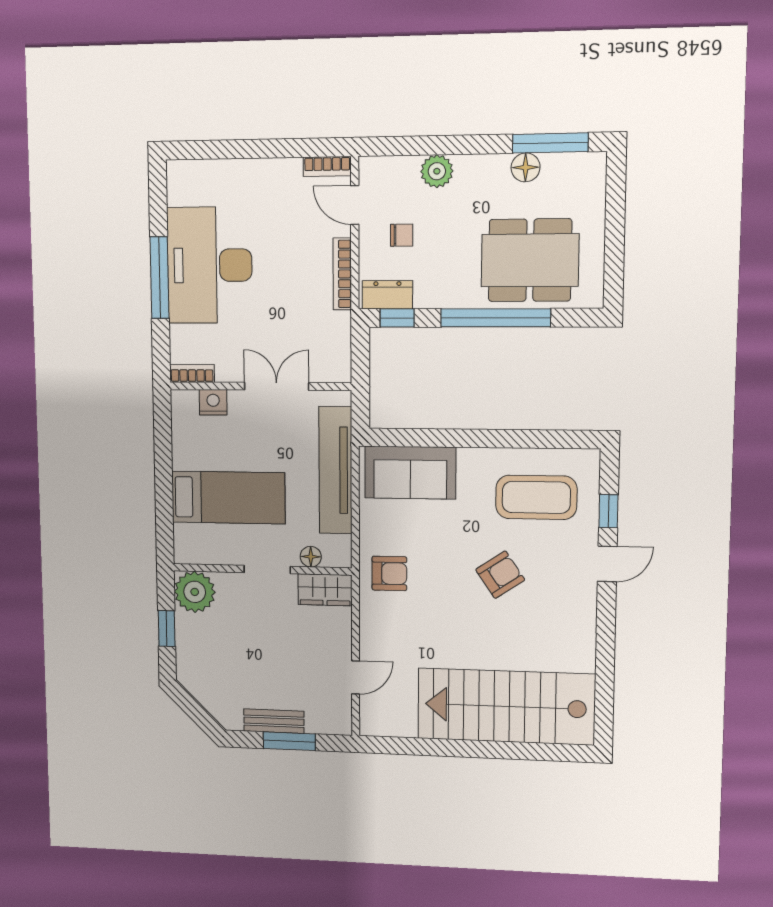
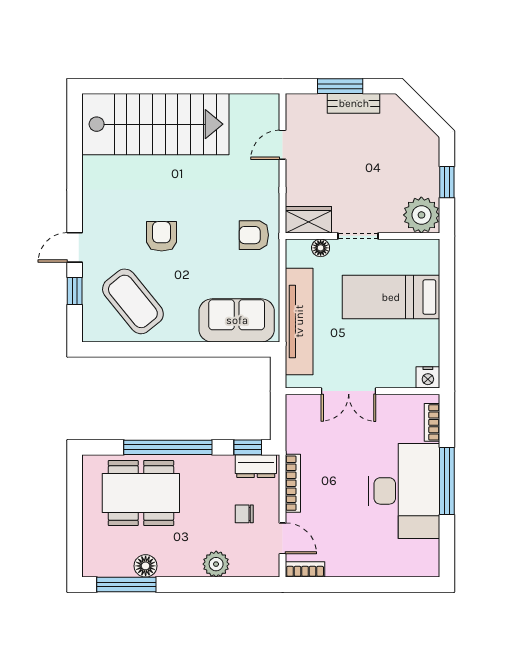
bookcase: (192, 373) -> (432, 422), moved, turned 90
nightstand: (213, 402) -> (428, 377), moved
coffee table: (536, 497) -> (133, 301), turned 51
armchair: (500, 575) -> (162, 236), turned 124

